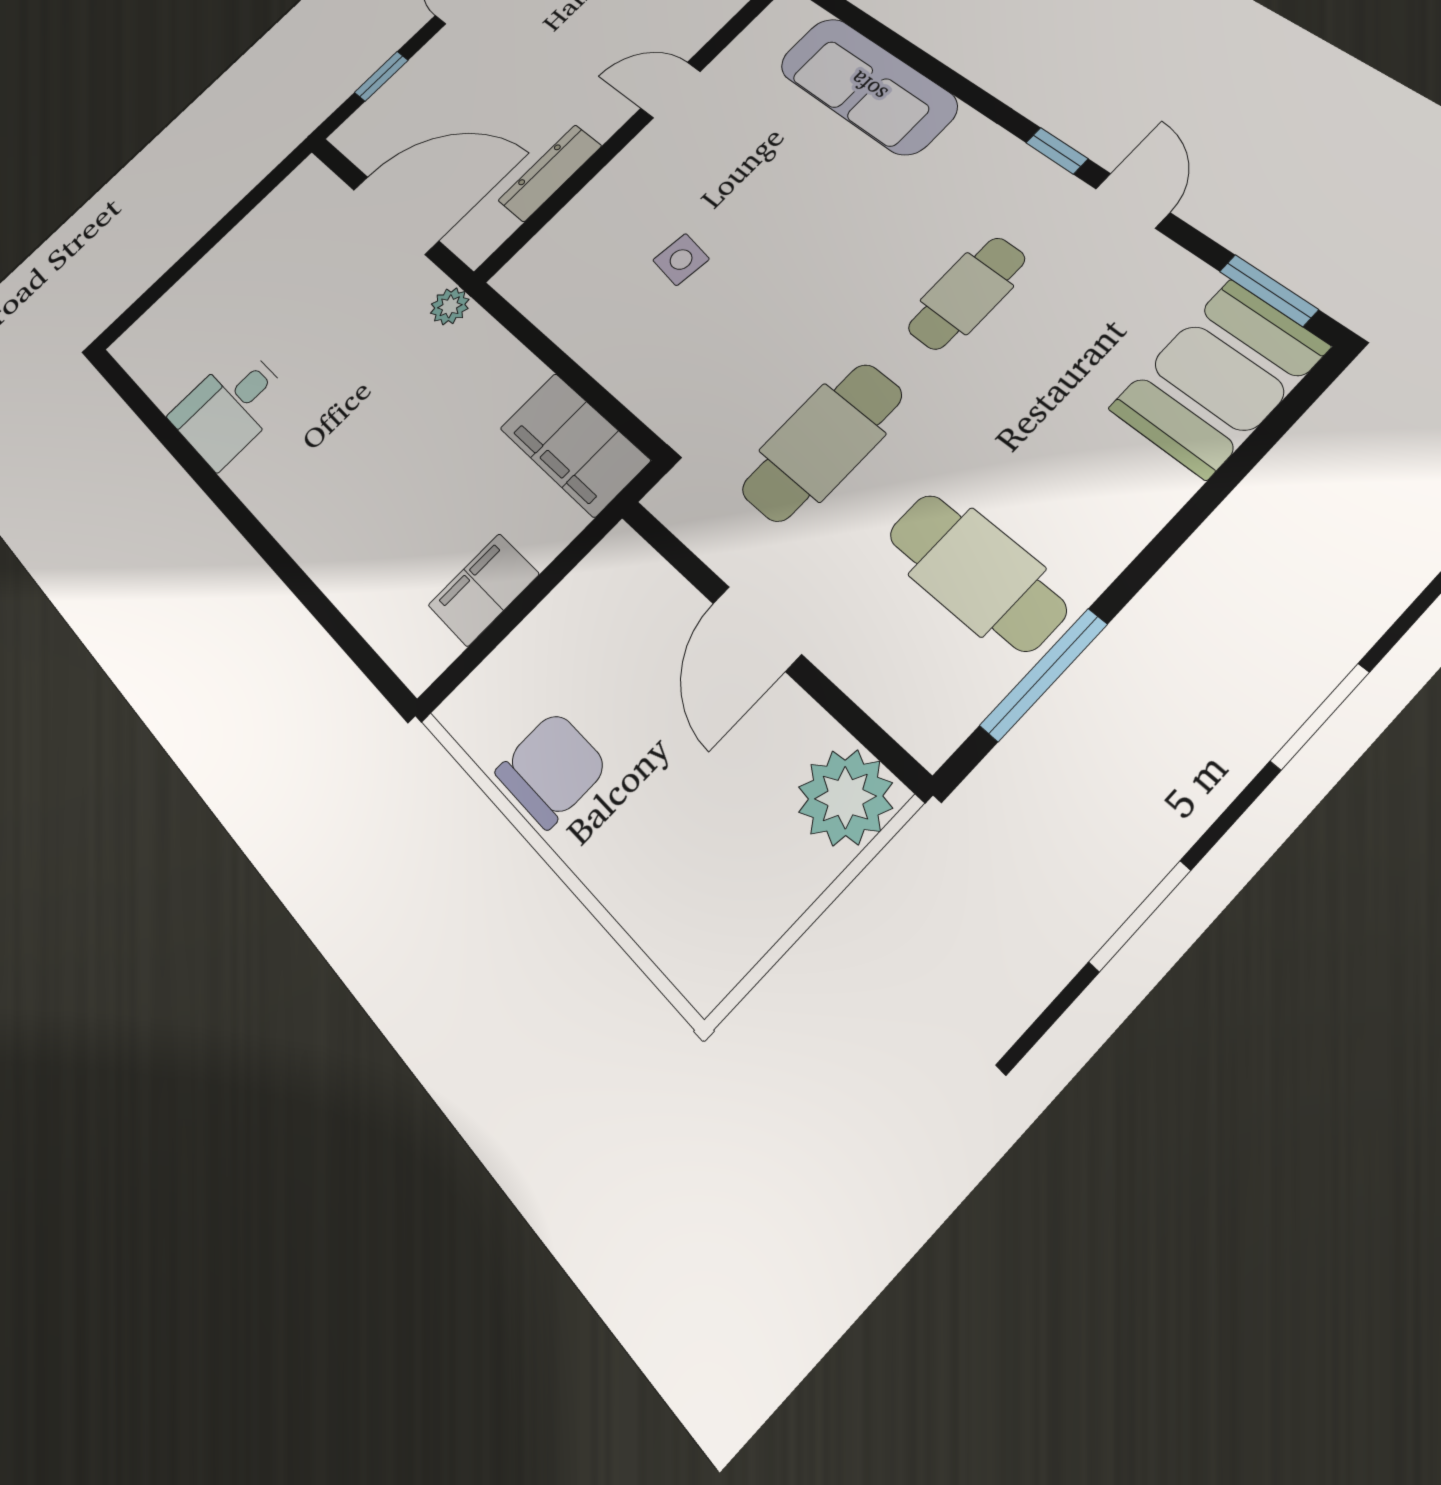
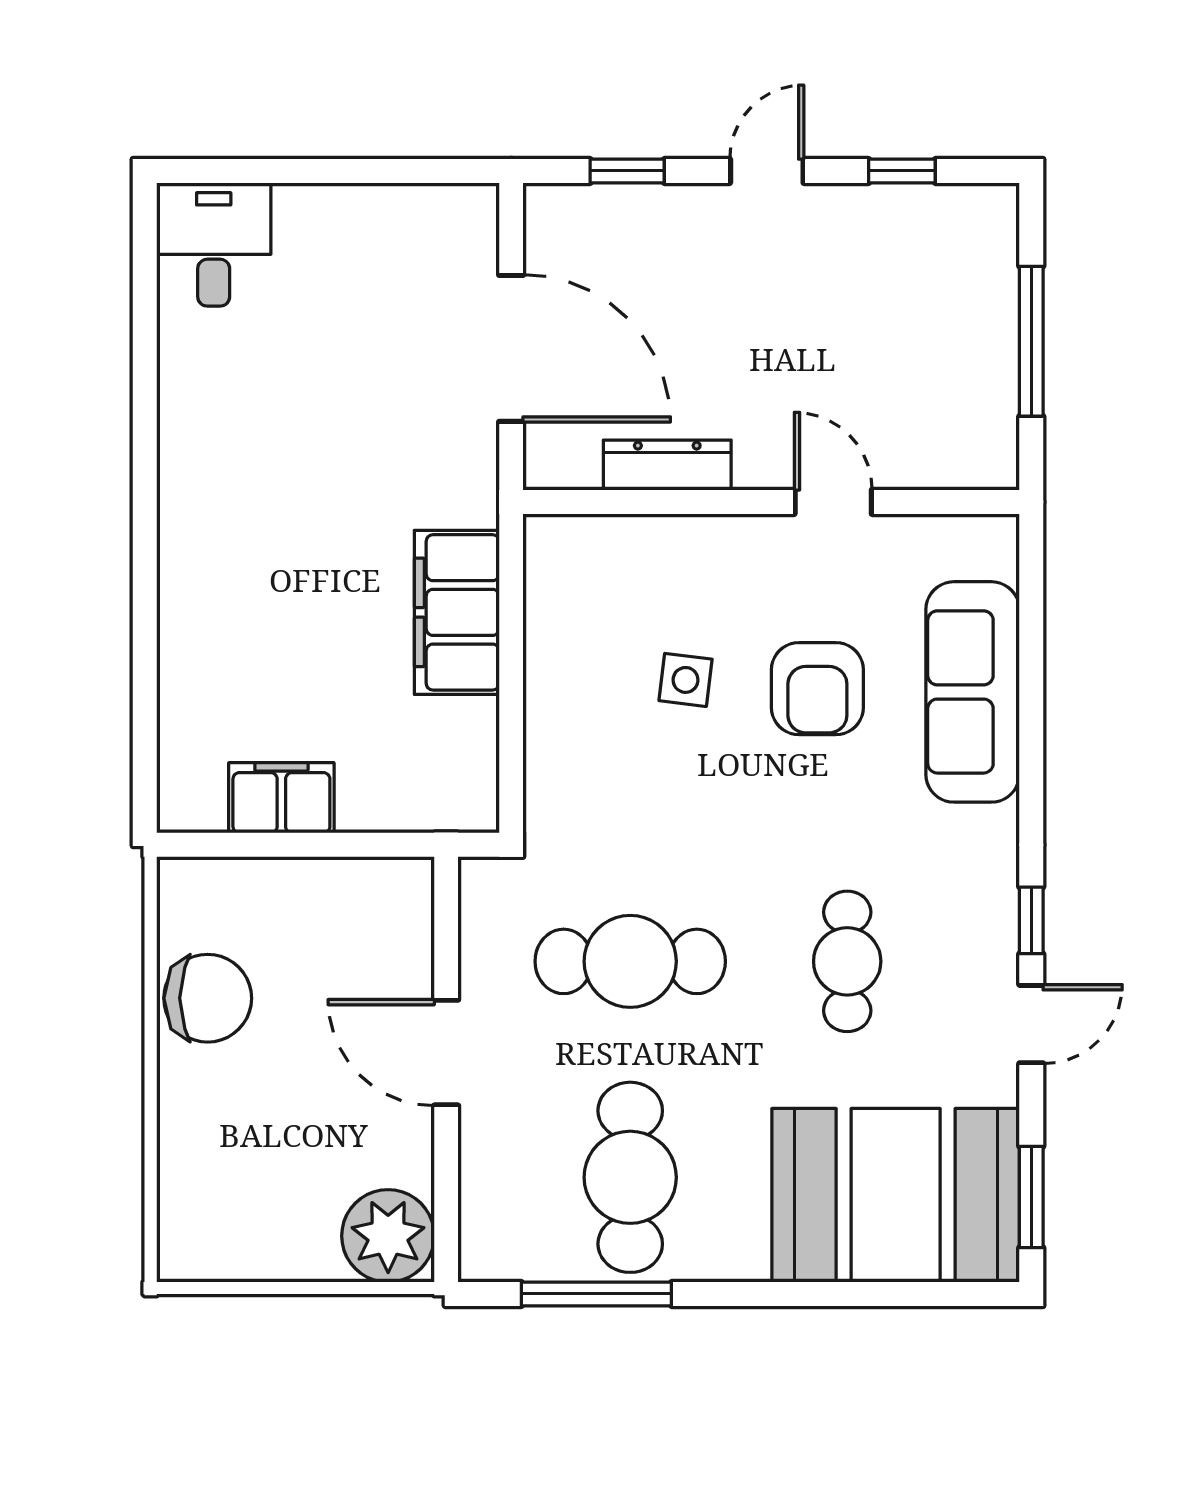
armchair: (769, 181) -> (817, 689), added
cafe table: (967, 293) -> (847, 961), turned 90
plant: (450, 306) -> (475, 501), removed
booth: (1219, 378) -> (896, 1195), width x1.36, depth x1.42
desk: (230, 407) -> (214, 244), moved, turned 90
filing cabinet: (574, 444) -> (457, 612), moved
door: (757, 629) -> (446, 1053), hinge flipped

